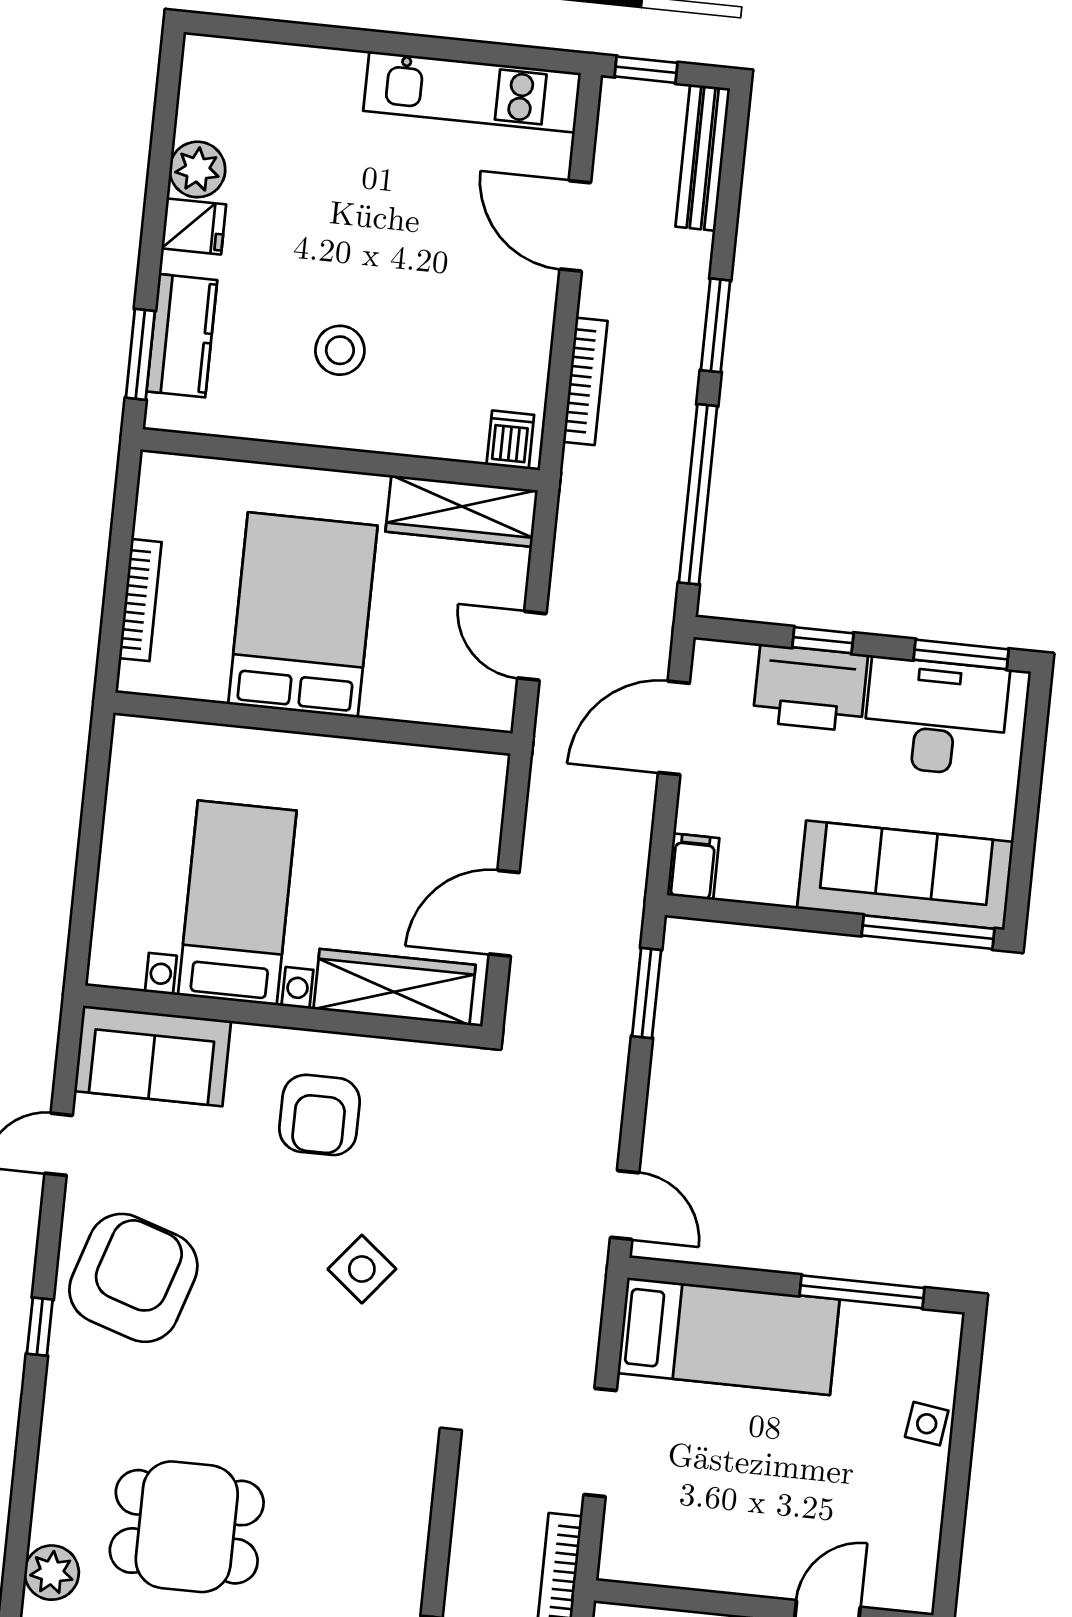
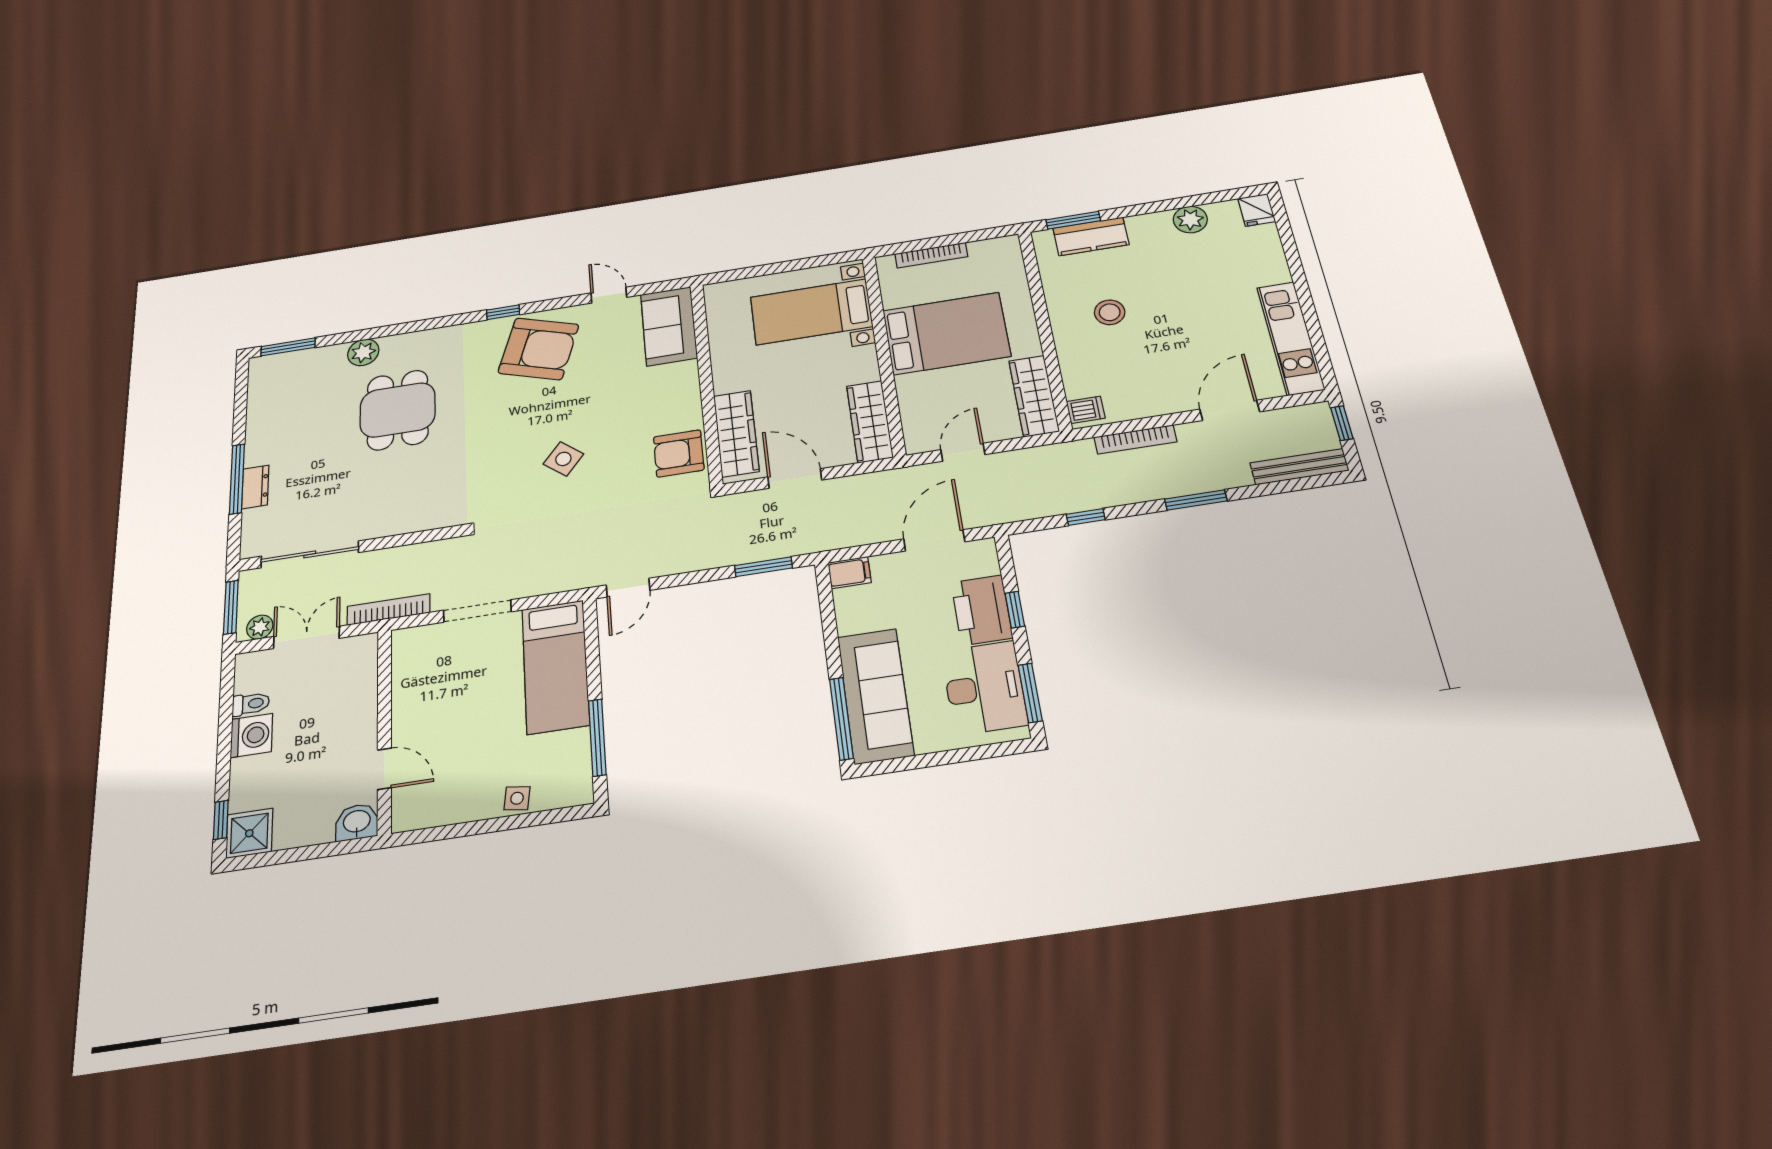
fridge: (194, 226) -> (1257, 210), moved
window: (698, 494) -> (1086, 517), width x0.32
door: (674, 728) -> (934, 540), hinge flipped
wardrobe: (434, 774) -> (870, 422), added
bed with nightstands: (237, 903) -> (811, 312), moved, turned 180
armchair: (320, 1115) -> (679, 453), moved

